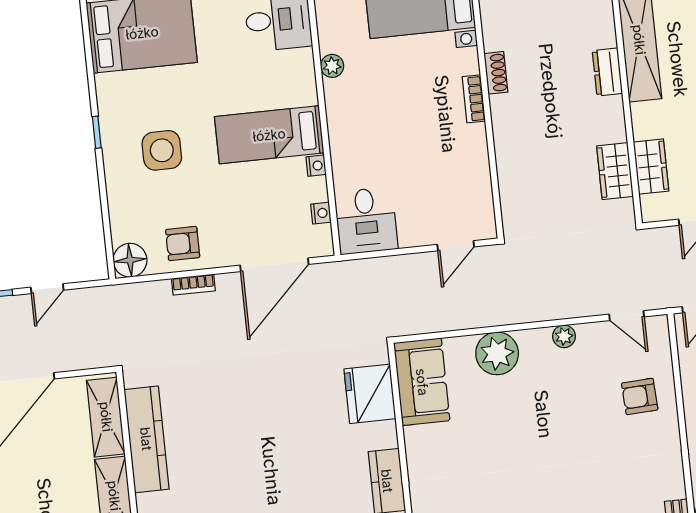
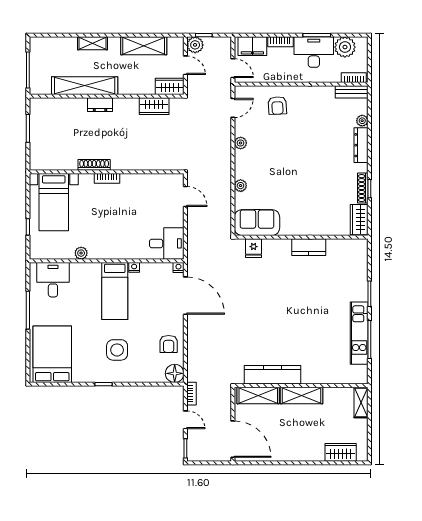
shoe rack: (496, 73) -> (94, 165), width x1.43
wardrobe: (651, 167) -> (170, 86), moved
nightstand: (321, 213) -> (178, 267), moved
bookcase: (193, 285) -> (191, 394), moved
plant: (497, 353) -> (241, 186), width x0.53, depth x0.53
fridge: (370, 394) -> (254, 248), width x0.53, depth x0.75

